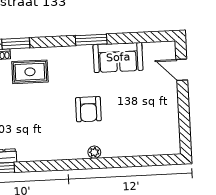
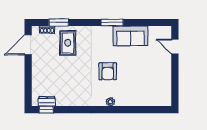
rug: (30, 72) -> (68, 43), turned 90

